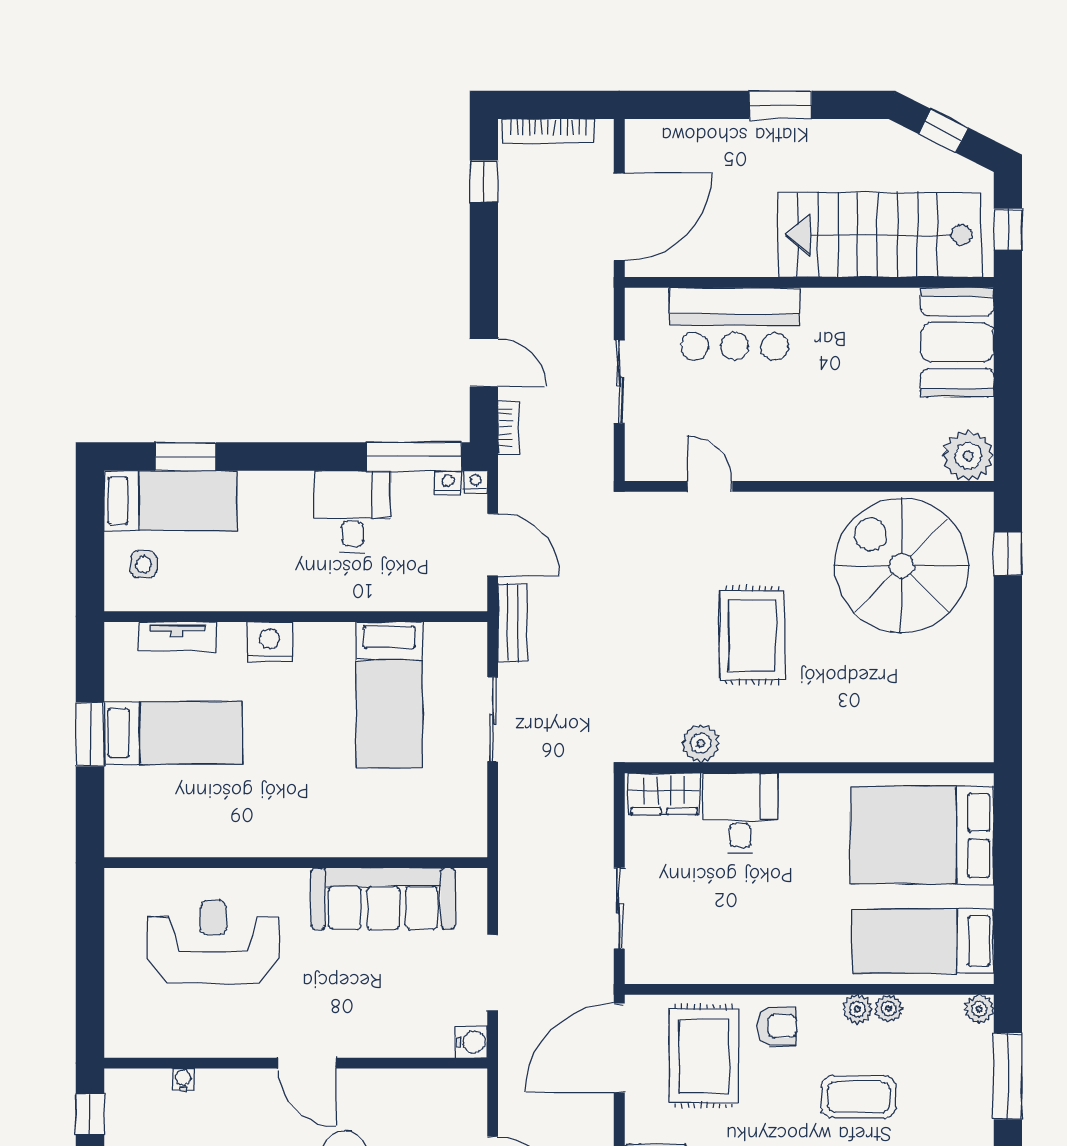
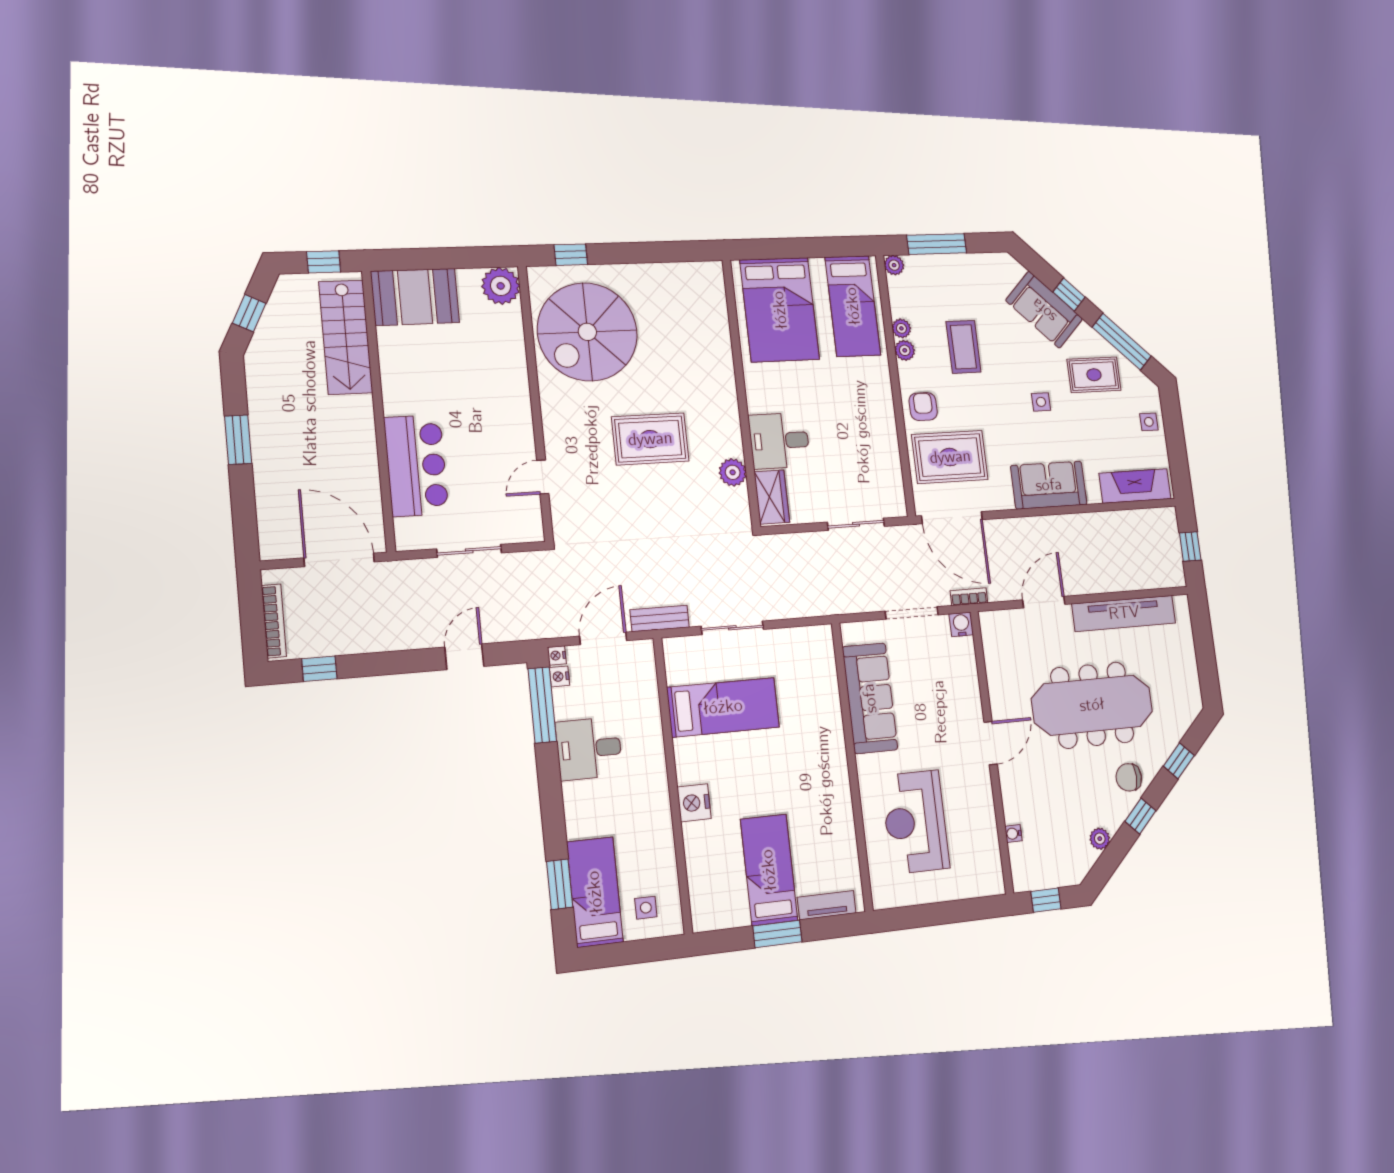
stairs: (880, 235) -> (346, 337), width x0.73, depth x0.66
bookcase: (508, 427) -> (969, 597), moved
tv unit: (177, 637) -> (827, 905), moved, turned -90

